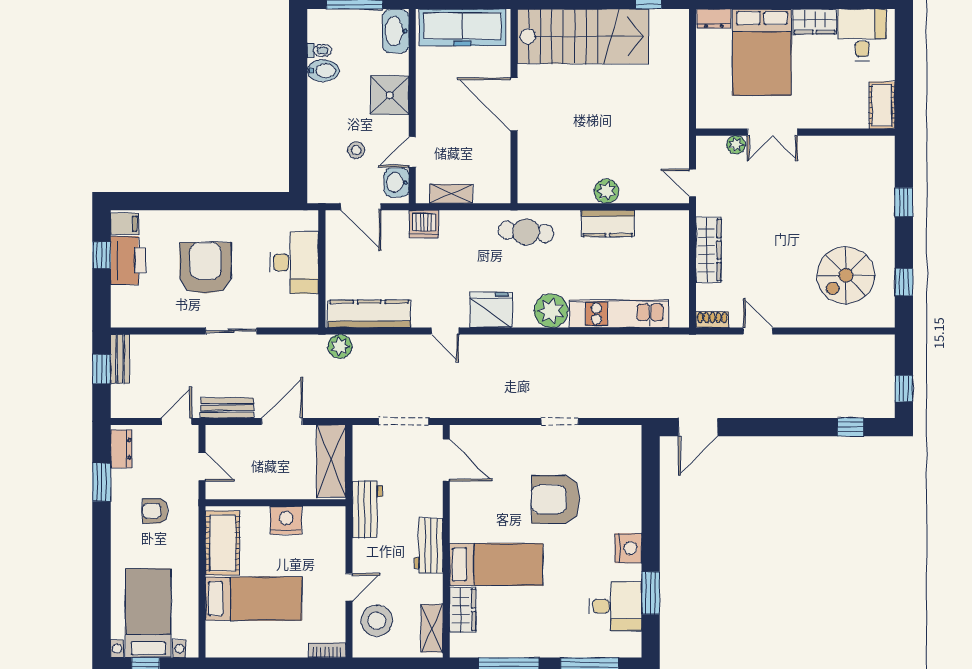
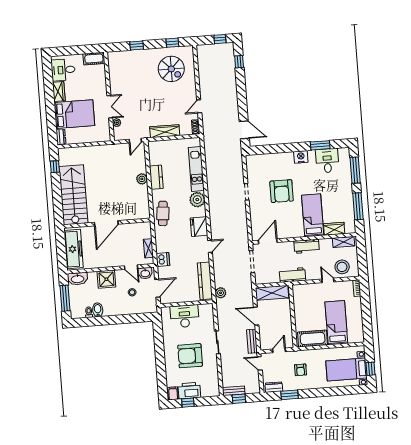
nightstand: (286, 520) -> (300, 311), removed

